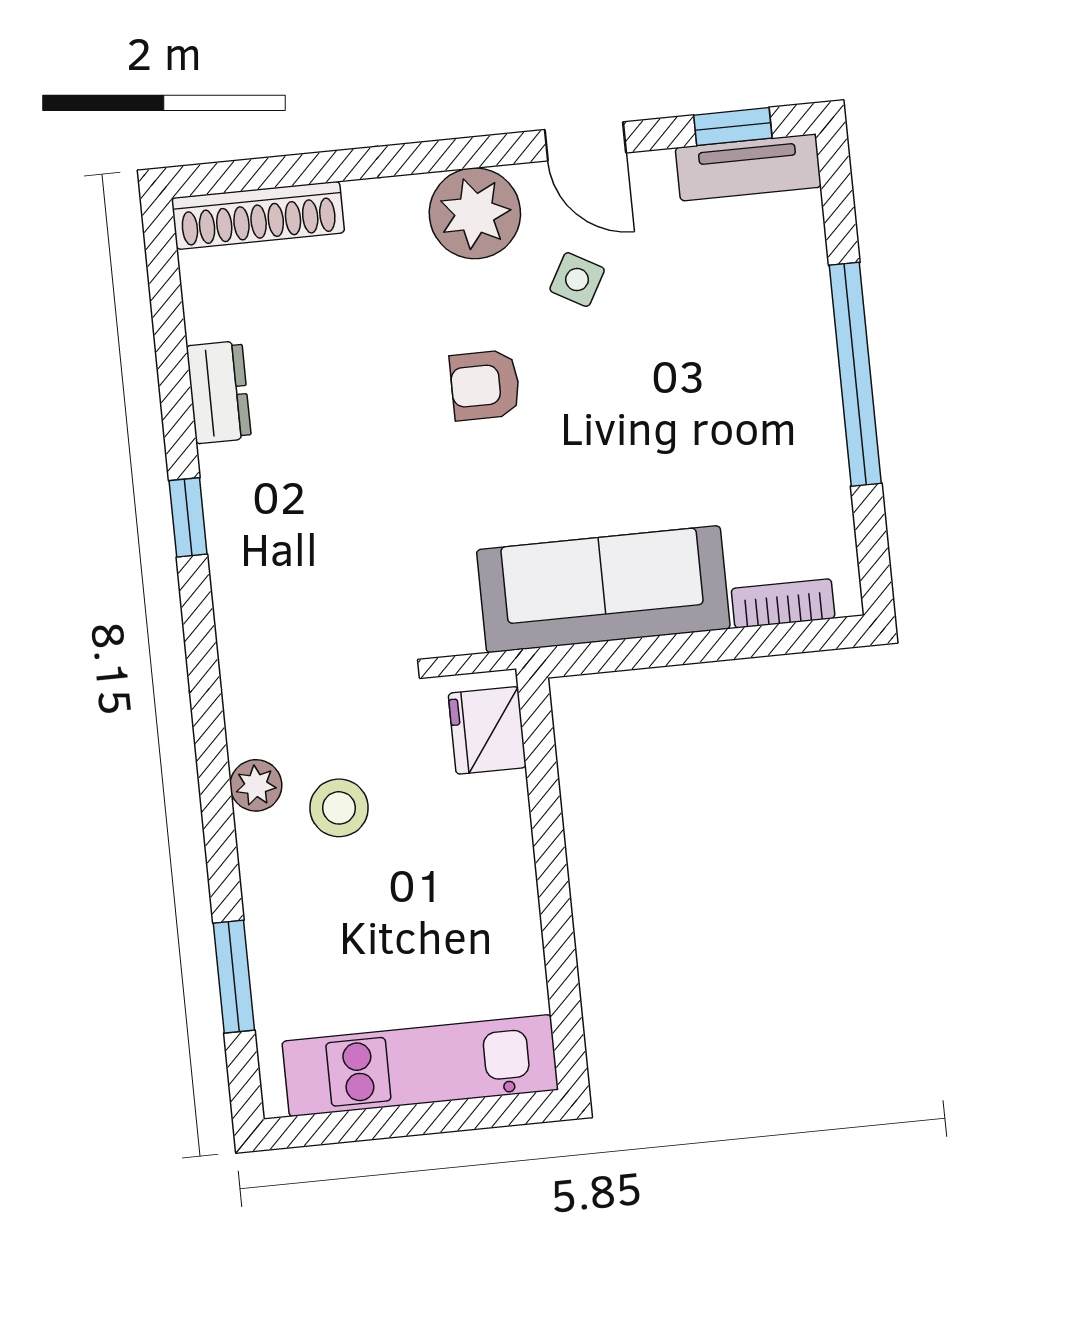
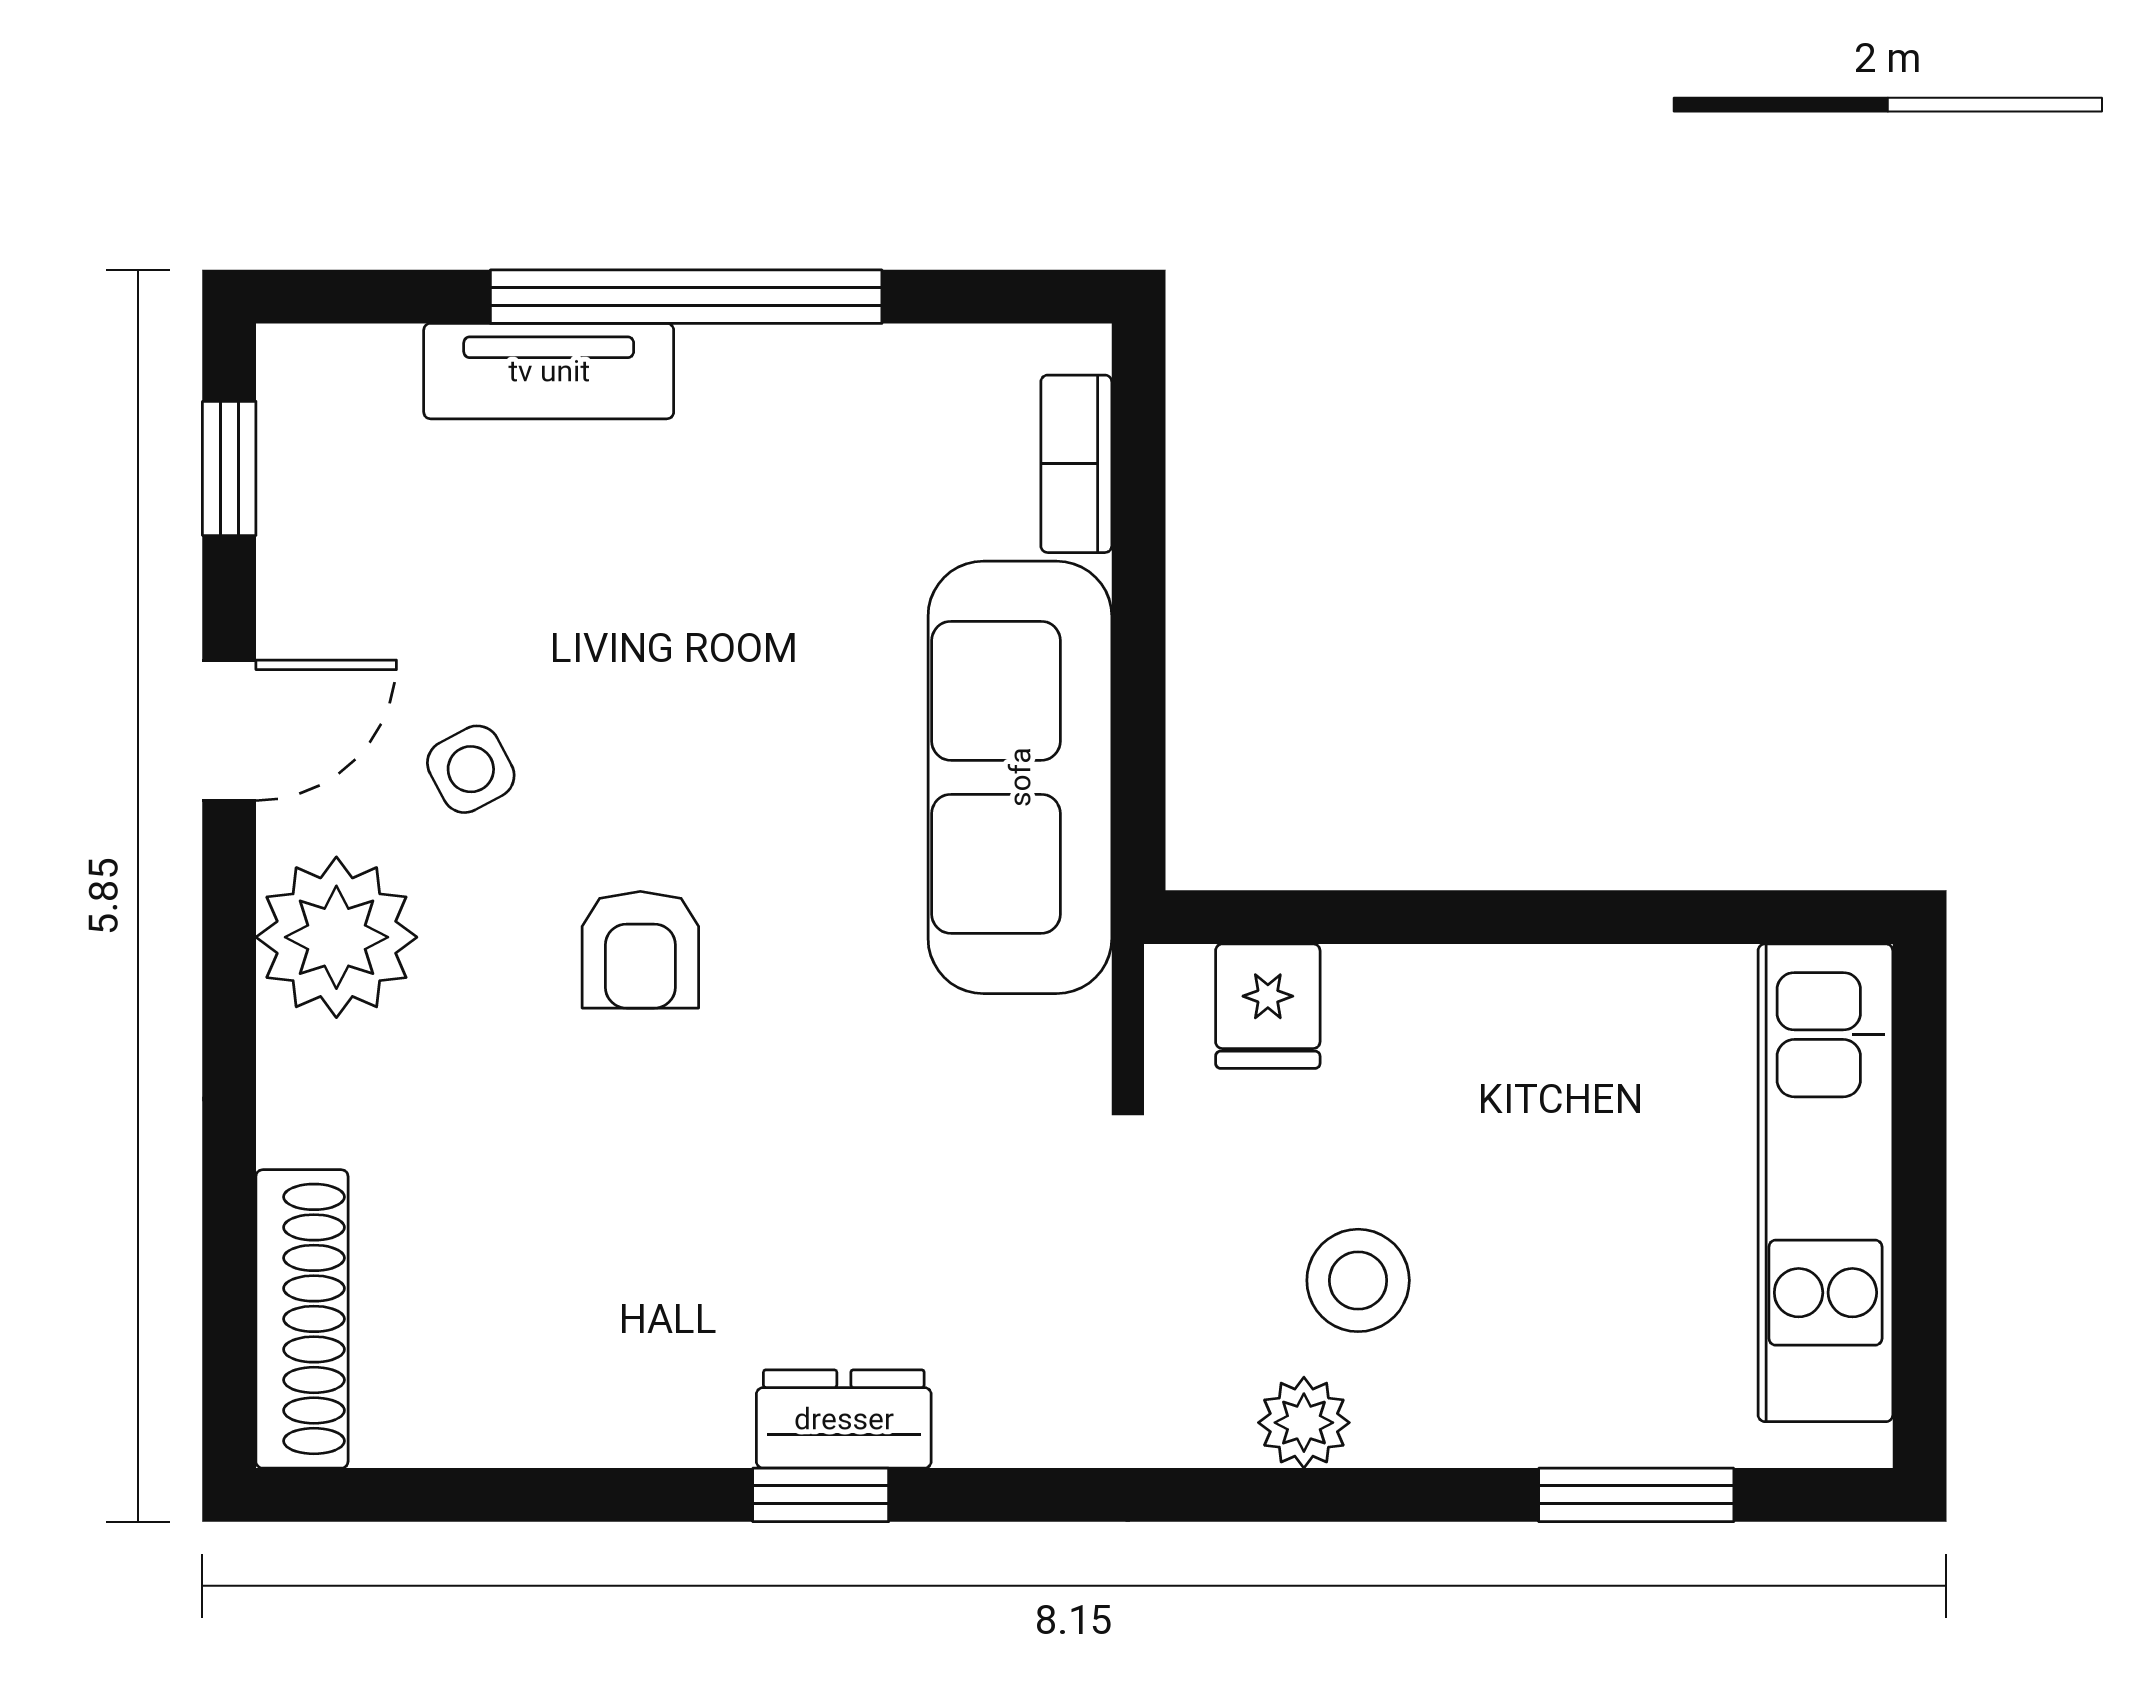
tv unit: (748, 167) -> (549, 371), moved, turned 90
side table: (577, 280) -> (471, 769), turned 33
dresser: (219, 392) -> (844, 1419), moved
fridge: (487, 730) -> (1268, 1006), width x0.72

